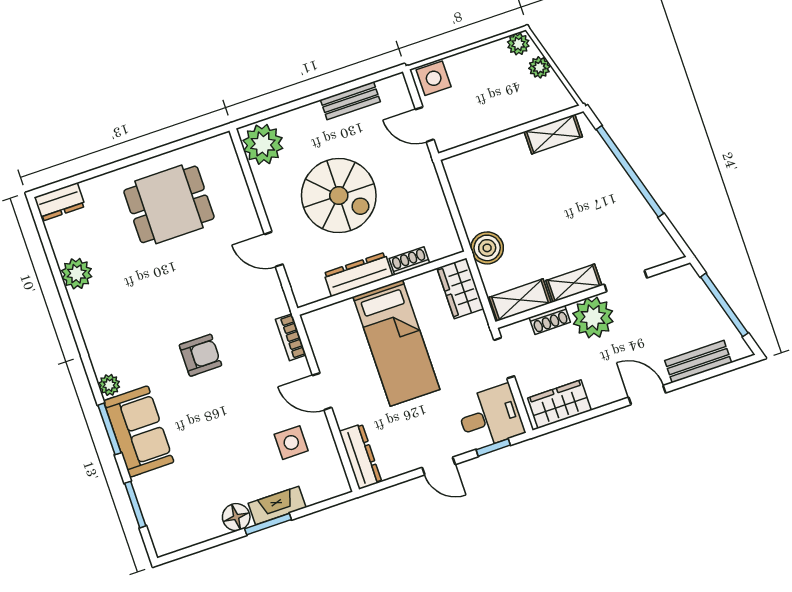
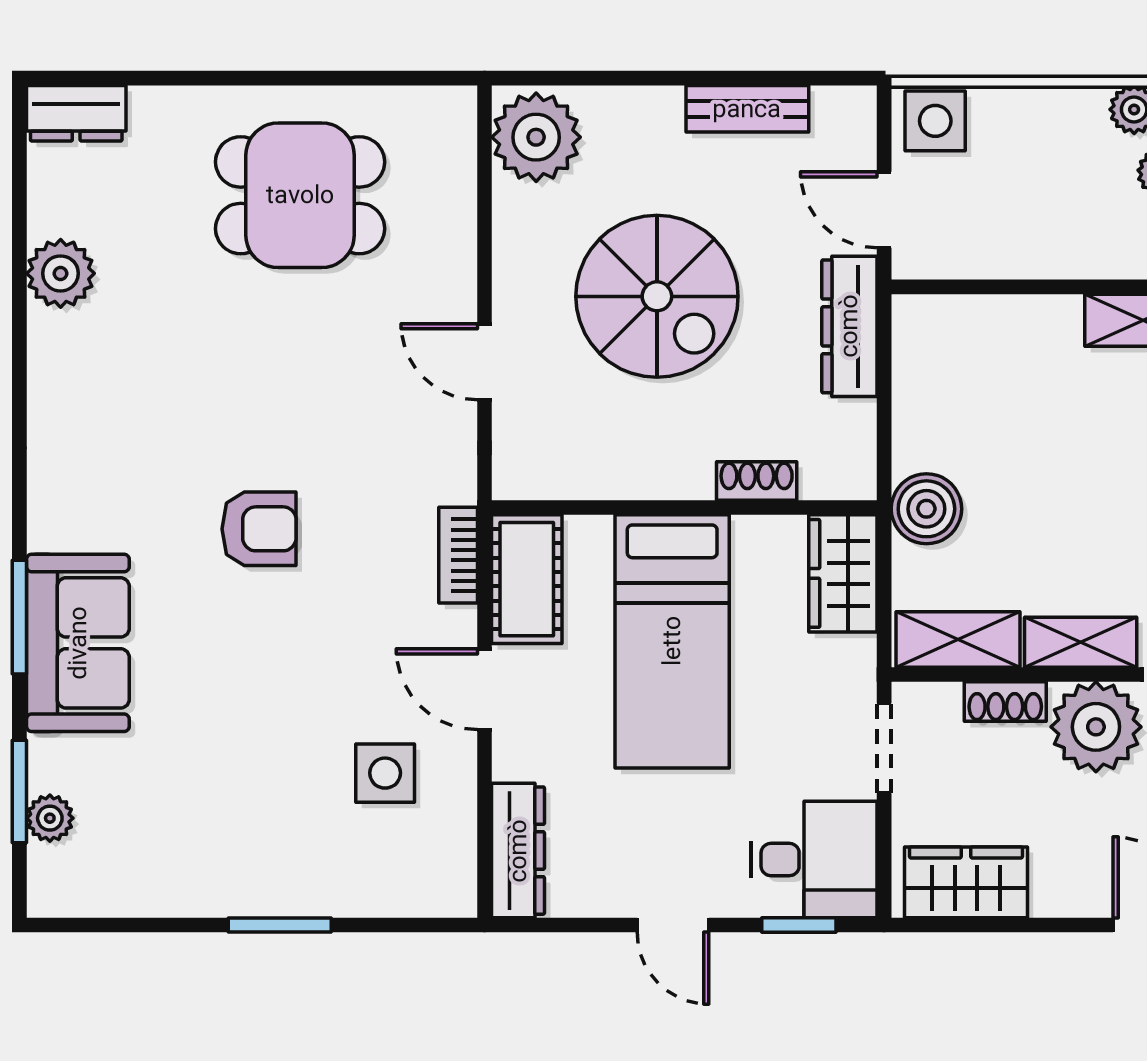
dresser: (358, 274) -> (849, 326), moved, turned -90
cot: (324, 338) -> (527, 579), added
plant: (109, 385) -> (50, 818), moved
fireplace: (277, 505) -> (312, 893), removed
floor lamp: (236, 517) -> (219, 888), removed

